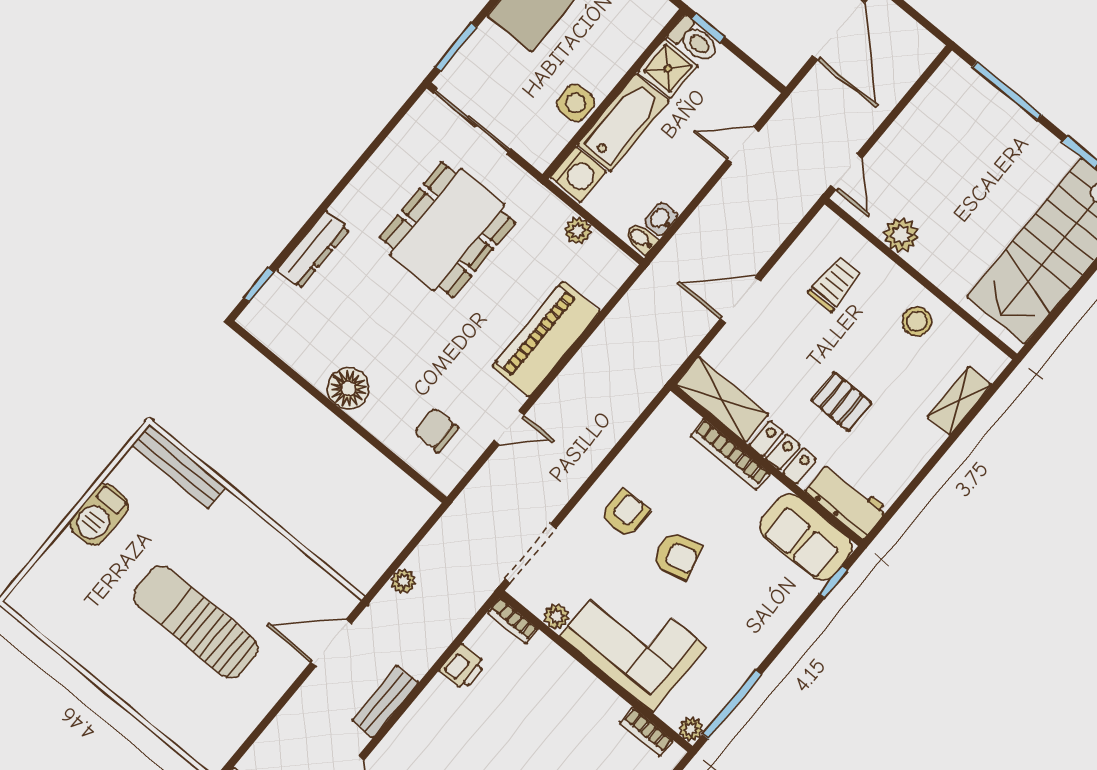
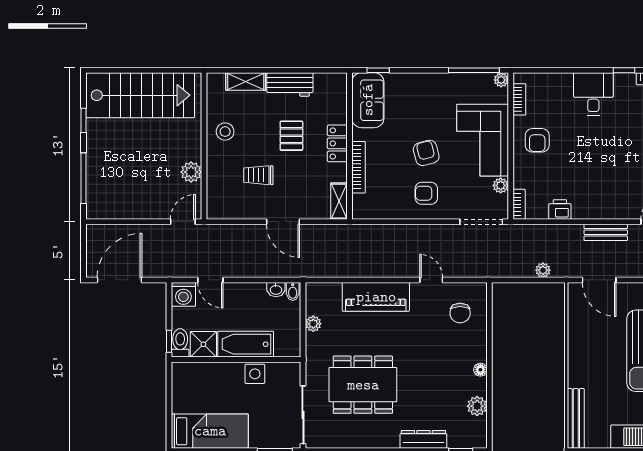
washing machine: (578, 174) -> (183, 294), moved, turned 180
trolley: (835, 284) -> (258, 175), moved
plant: (299, 353) -> (477, 406), added
floor lamp: (348, 388) -> (480, 370), width x0.53, depth x0.53
shelving: (722, 400) -> (339, 201), width x0.67, depth x0.75
workbench: (846, 500) -> (290, 84), moved, turned -90
armchair: (575, 711) -> (537, 140), added

